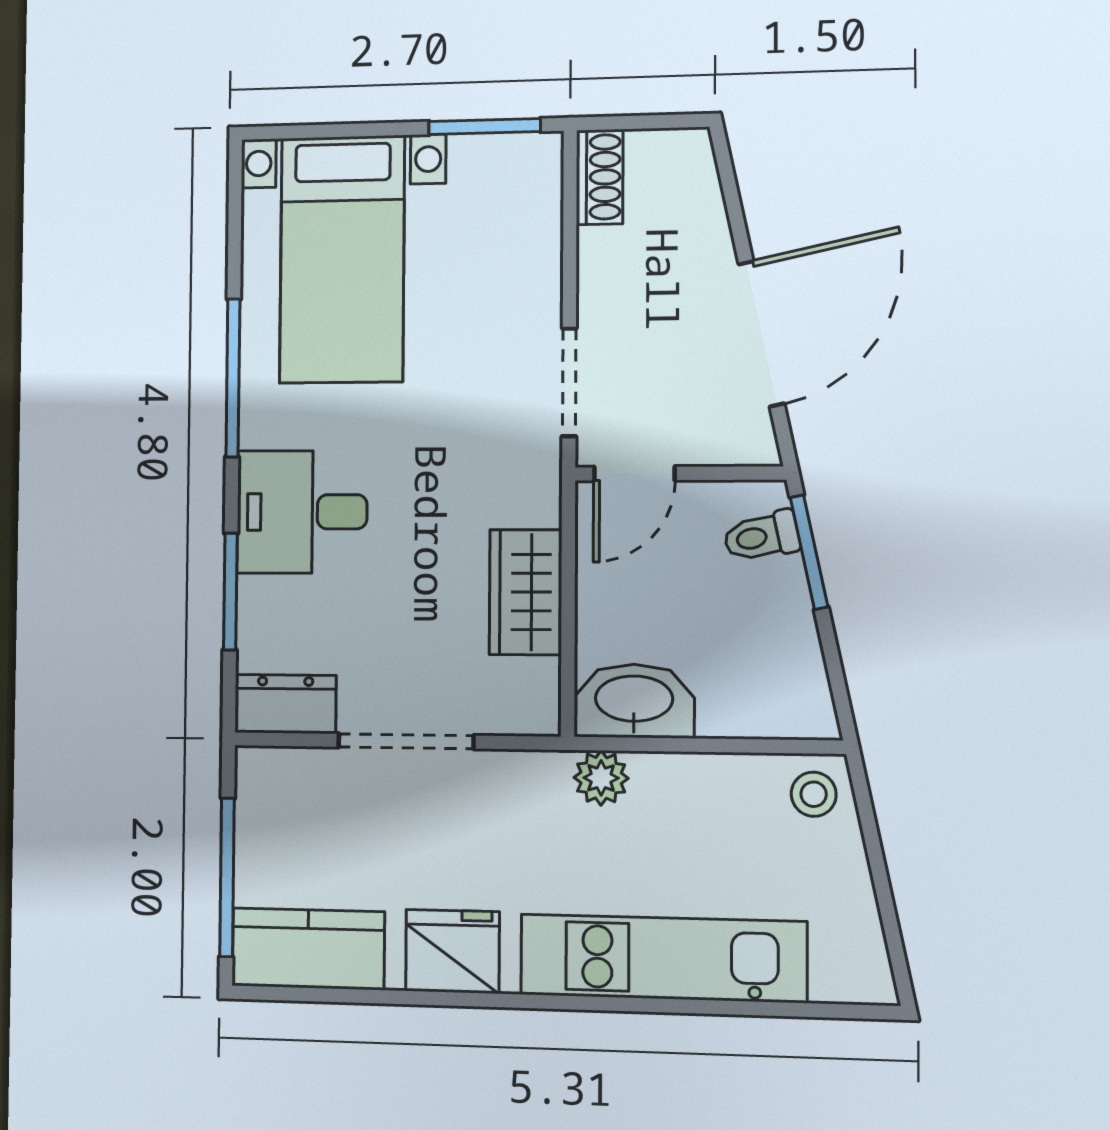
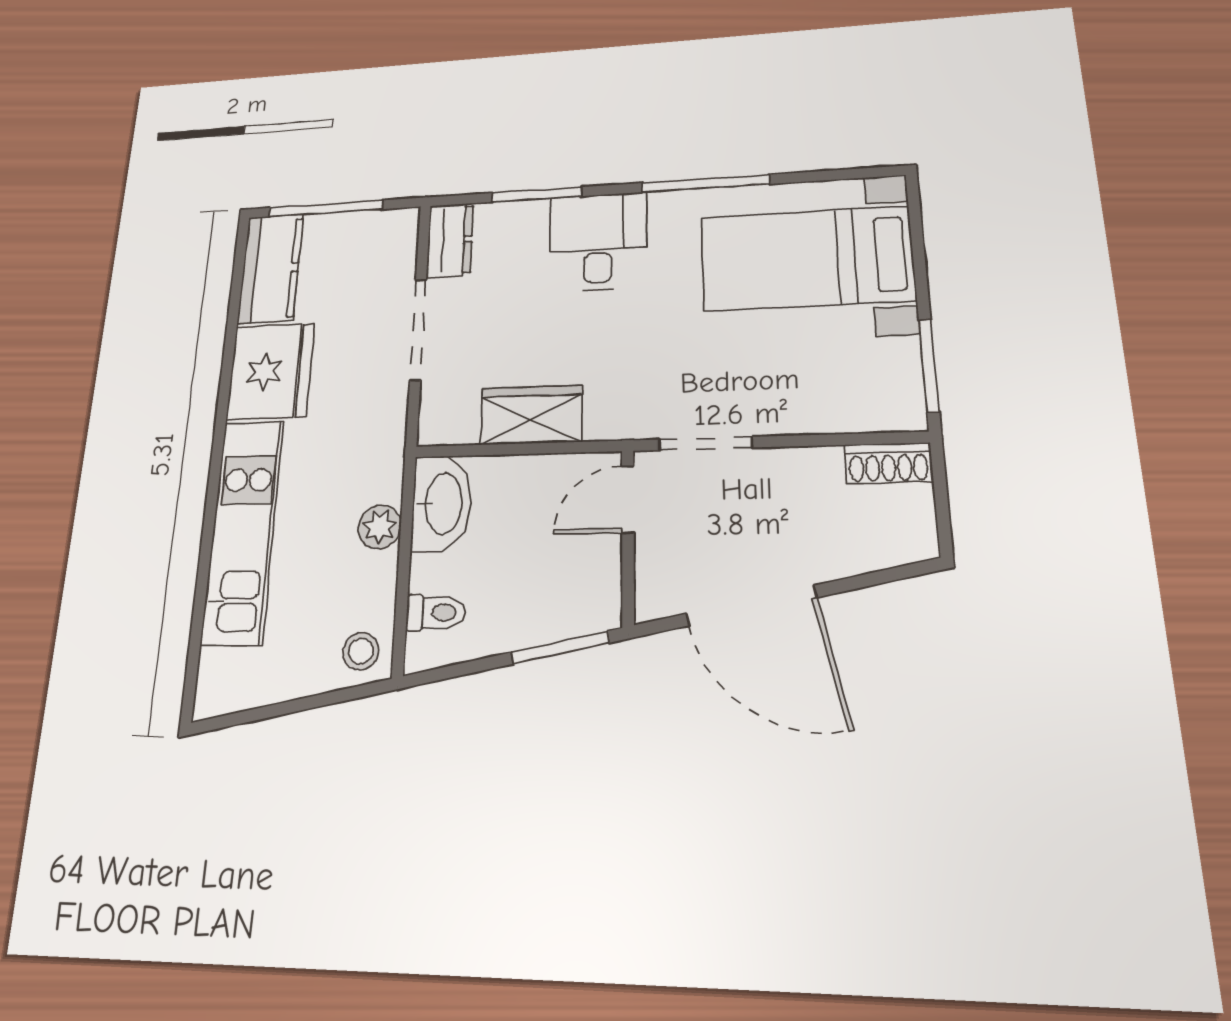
door: (634, 474) -> (628, 499), hinge flipped
toilet: (762, 536) -> (436, 613), moved, turned 102
plant: (601, 778) -> (380, 527), moved
fridge: (452, 951) -> (271, 371), width x1.36, depth x1.34

